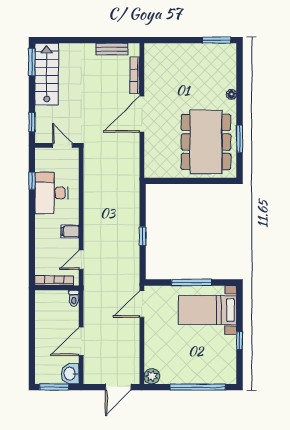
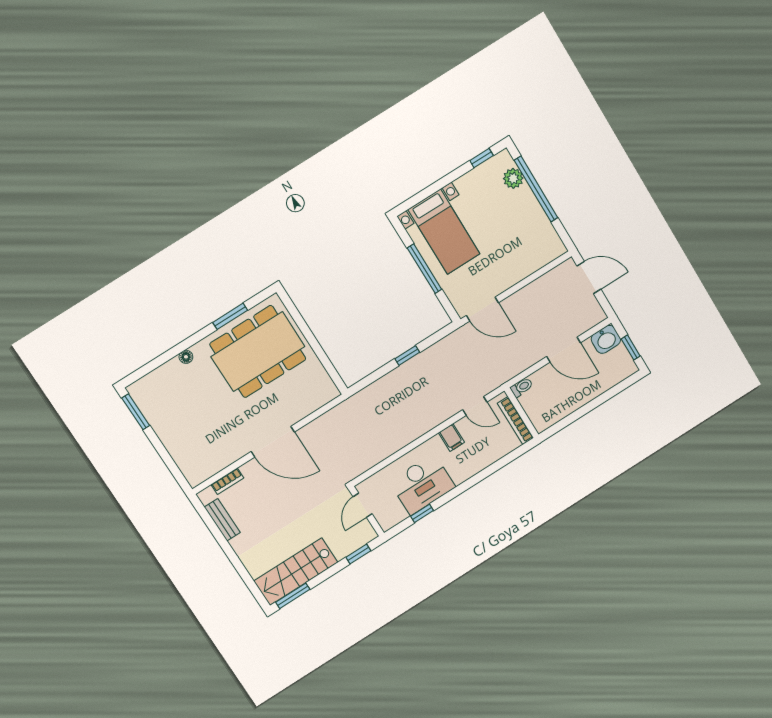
bookcase: (135, 75) -> (227, 481), width x0.64
window: (240, 341) -> (482, 158), moved
plant: (152, 376) -> (513, 178), moved
window: (54, 387) -> (631, 347), width x0.67

